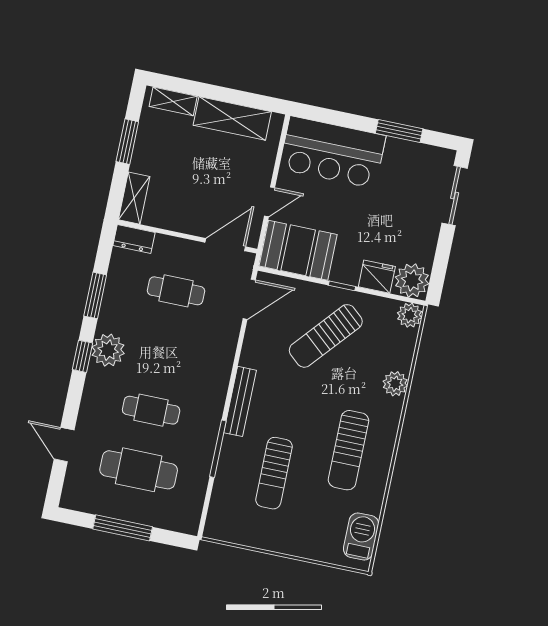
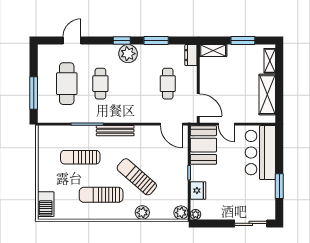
plant: (412, 280) -> (196, 214), width x0.53, depth x0.53
sun lounger: (326, 336) -> (137, 177), moved
window: (123, 528) -> (34, 93), moved
barbecue: (361, 537) -> (46, 204), moved, turned 90

